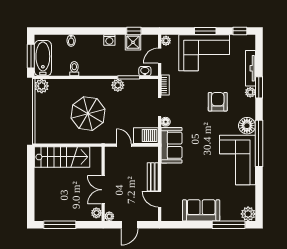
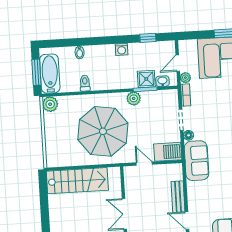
plant: (166, 41) -> (185, 78), moved
shower: (133, 42) -> (146, 79), moved
parasol: (88, 114) -> (103, 131), width x1.36, depth x1.36

